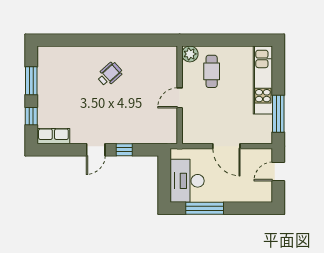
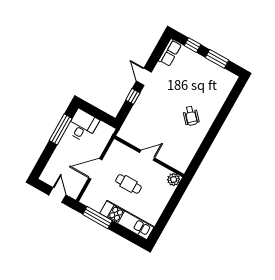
cafe table: (212, 71) -> (128, 184), moved
door: (180, 98) -> (147, 155), hinge flipped
desk: (187, 181) -> (83, 126), width x0.73

